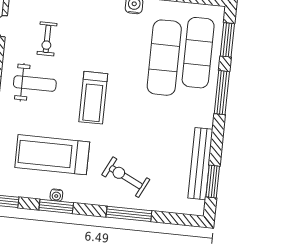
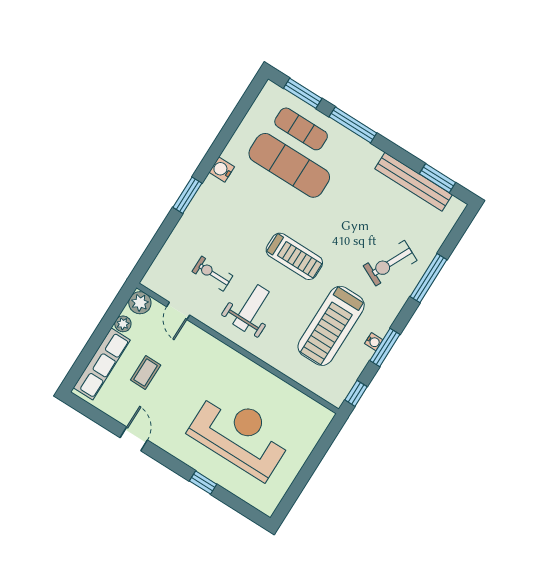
exercise bike: (47, 39) -> (212, 274), turned 180
exercise mat: (198, 53) -> (301, 129), width x0.73, depth x0.69

